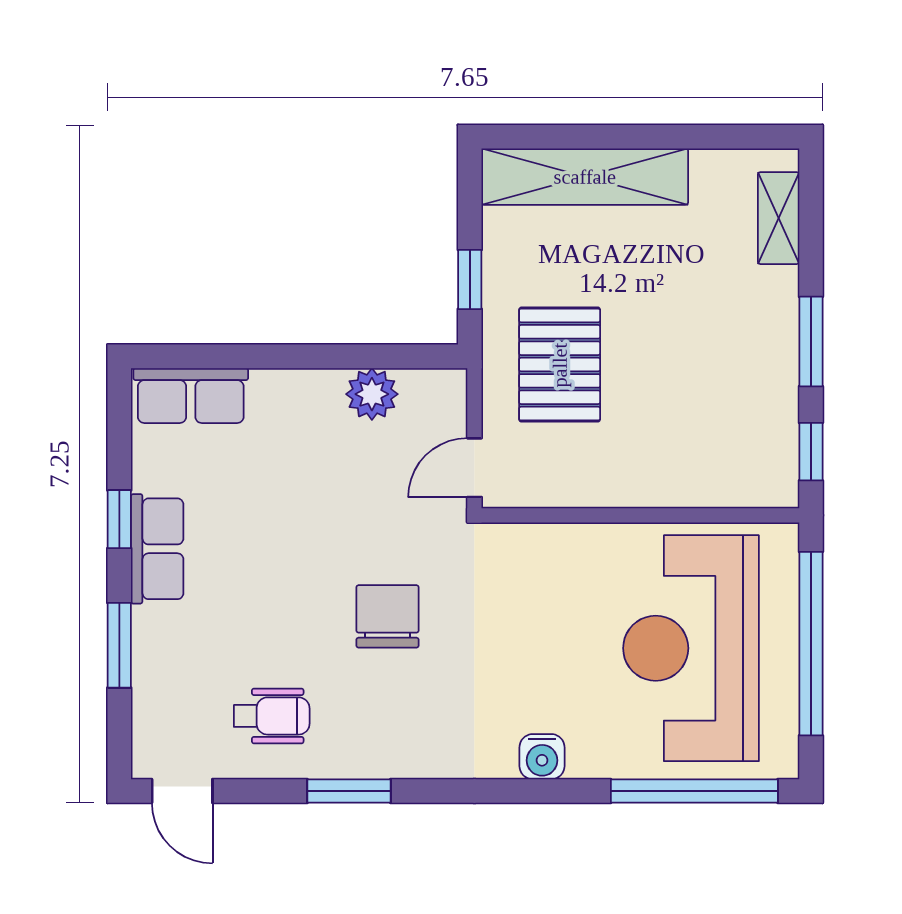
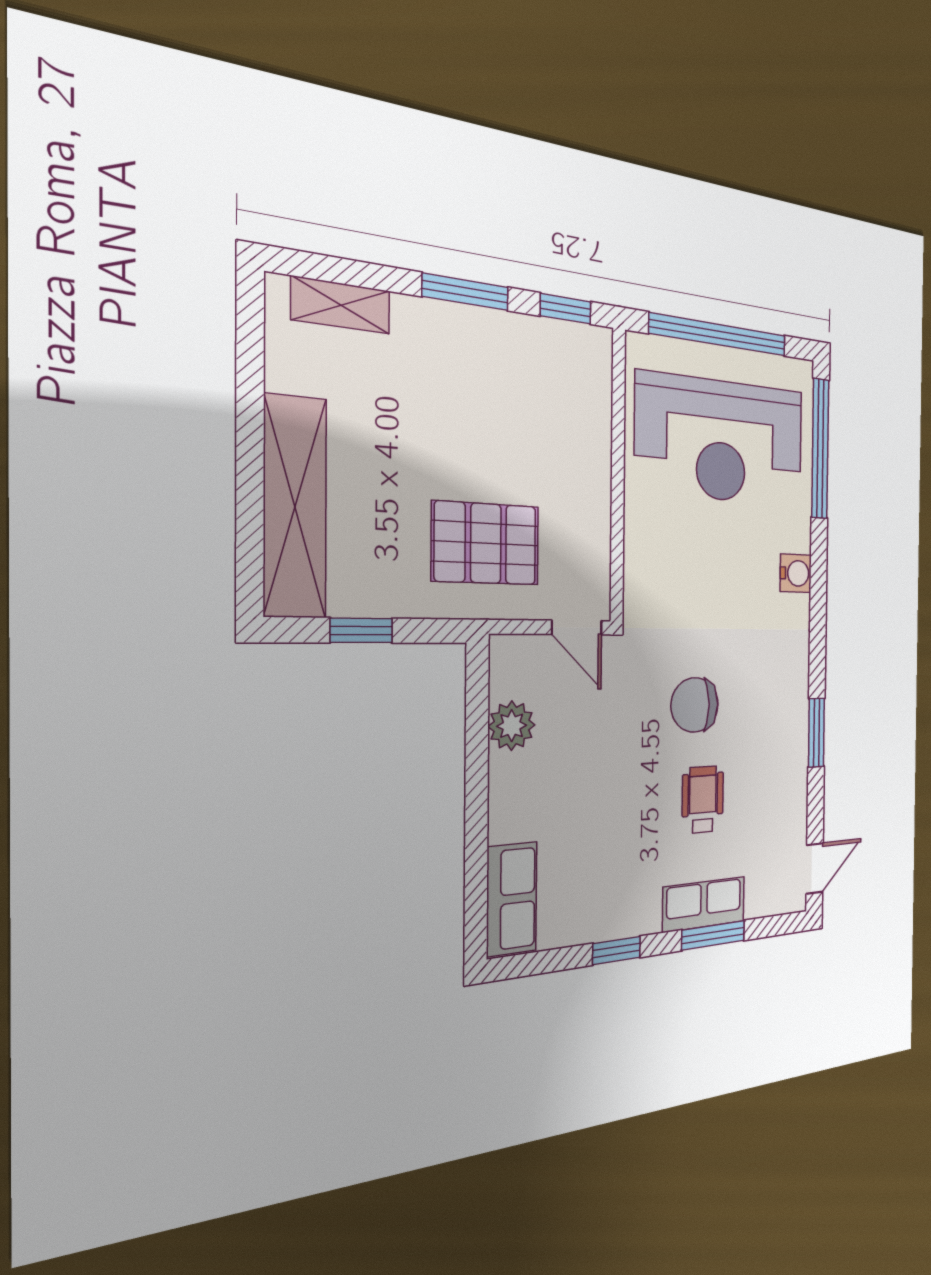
window: (470, 279) -> (361, 630), moved
row of seats: (157, 549) -> (704, 904), moved
wheelchair: (272, 716) -> (703, 800), moved

